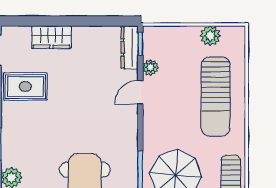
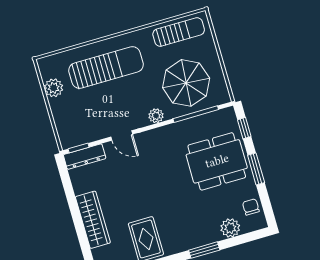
wardrobe: (51, 37) -> (93, 220), width x1.50
plant: (151, 67) -> (156, 116), moved

